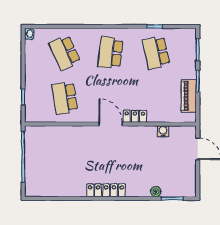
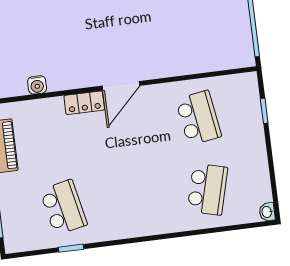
school desk: (65, 53) -> (207, 189), turned 39
school desk: (110, 53) -> (135, 198), removed
door: (111, 124) -> (121, 86), hinge flipped

